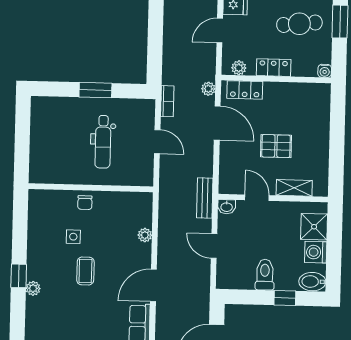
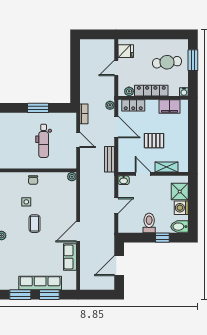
locker: (274, 68) -> (151, 91), width x1.53
filing cabinet: (301, 93) -> (170, 107), added
bench: (205, 198) -> (110, 159), moved
plant: (145, 235) -> (72, 177), moved
door: (214, 246) -> (116, 206), swing flipped

